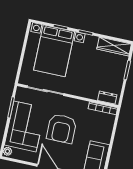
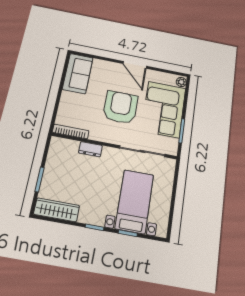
bed with nightstands: (54, 51) -> (135, 201), width x0.73
dresser: (107, 98) -> (90, 149), moved

